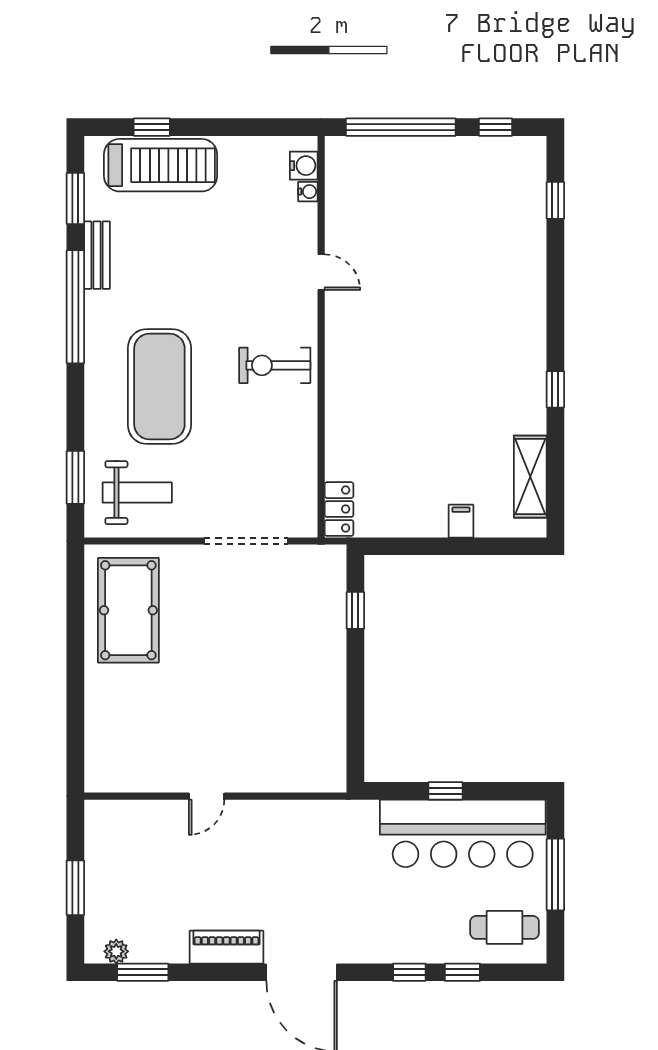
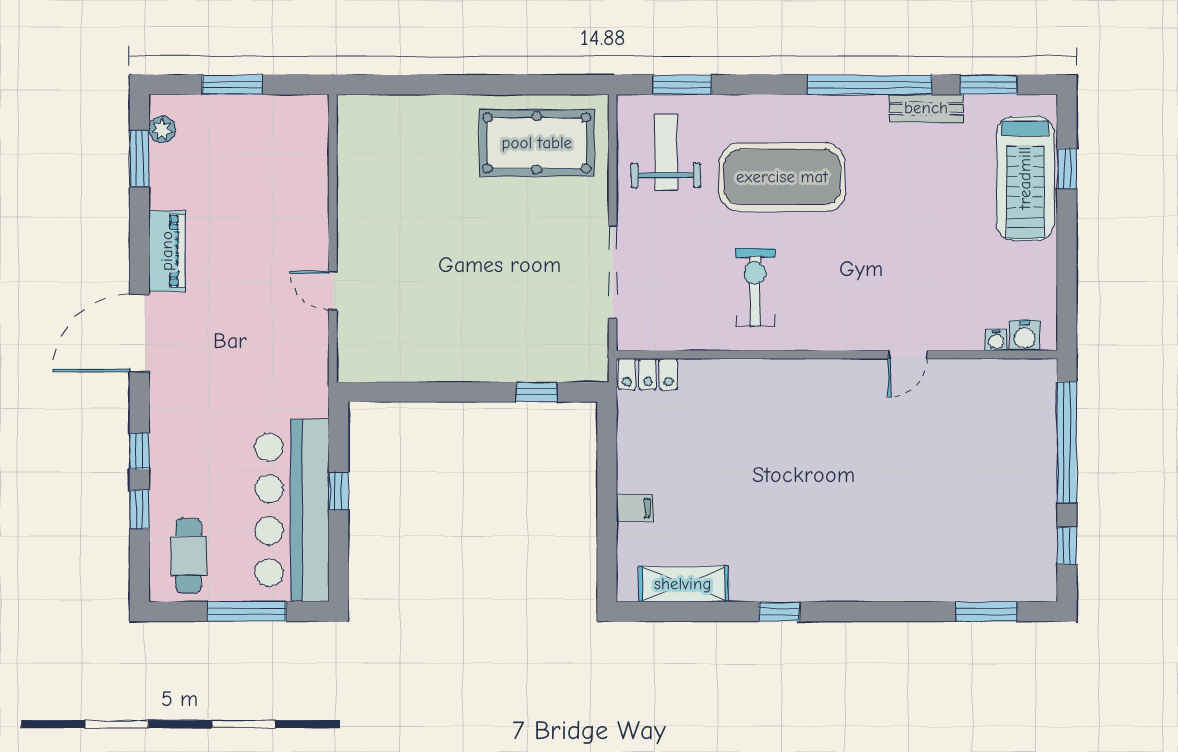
window: (555, 200) -> (987, 611), width x1.50
exercise bike: (275, 365) -> (755, 287), moved
weight bench: (137, 493) -> (666, 153), turned 180
door: (207, 796) -> (333, 290), moved

